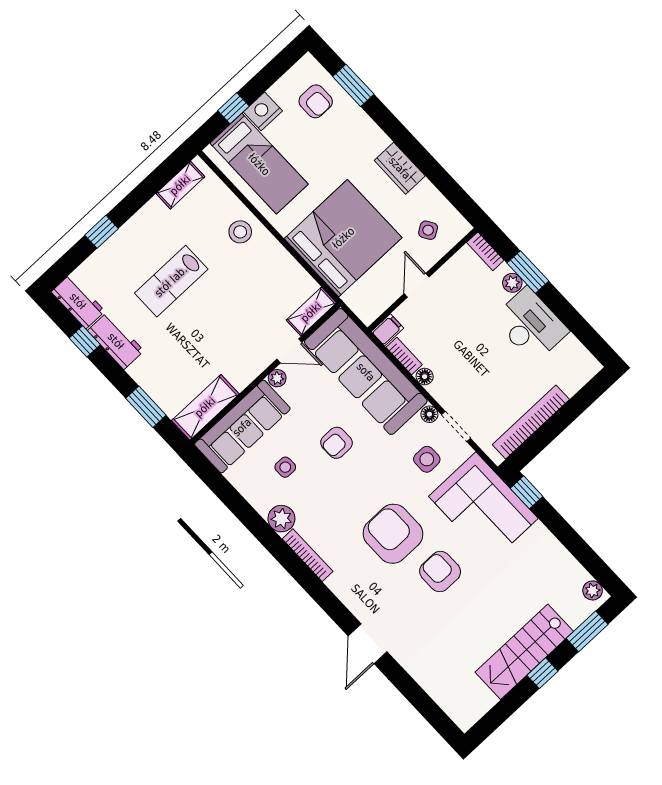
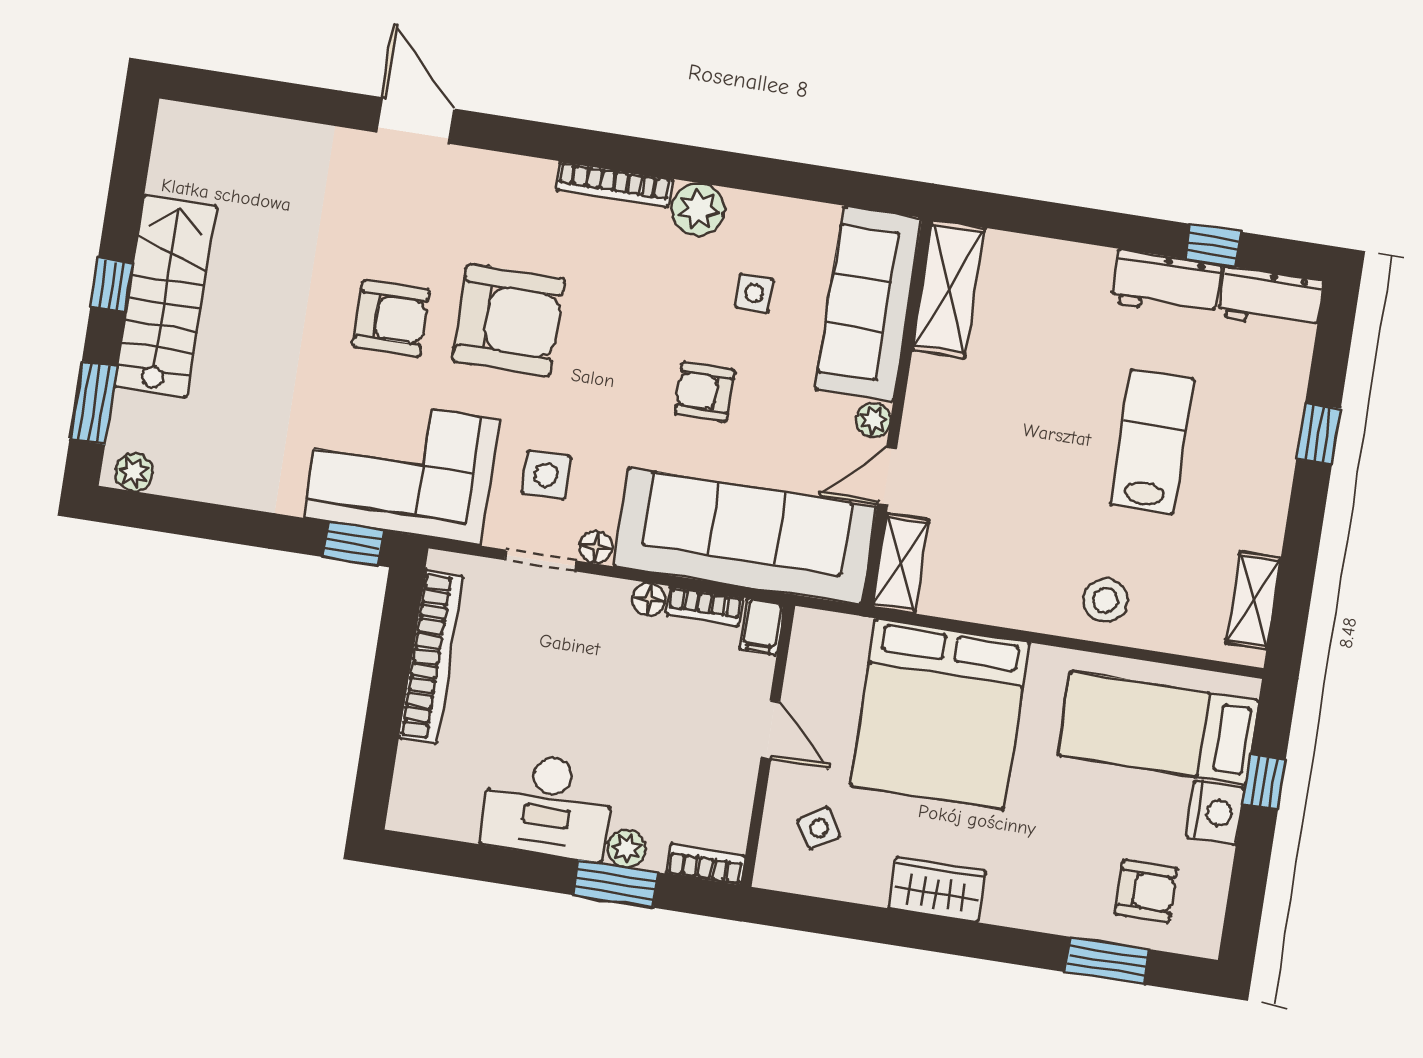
armchair: (316, 101) -> (1146, 891), turned 180
window: (146, 407) -> (1040, 218), removed
armchair: (337, 443) -> (705, 392), turned -90

